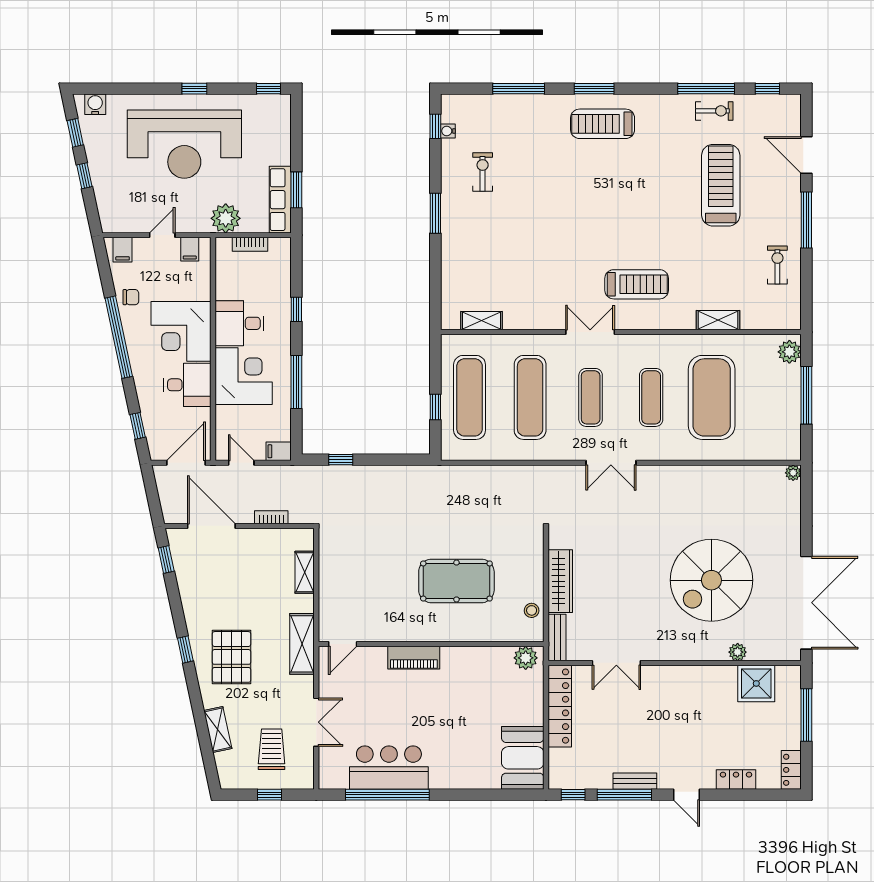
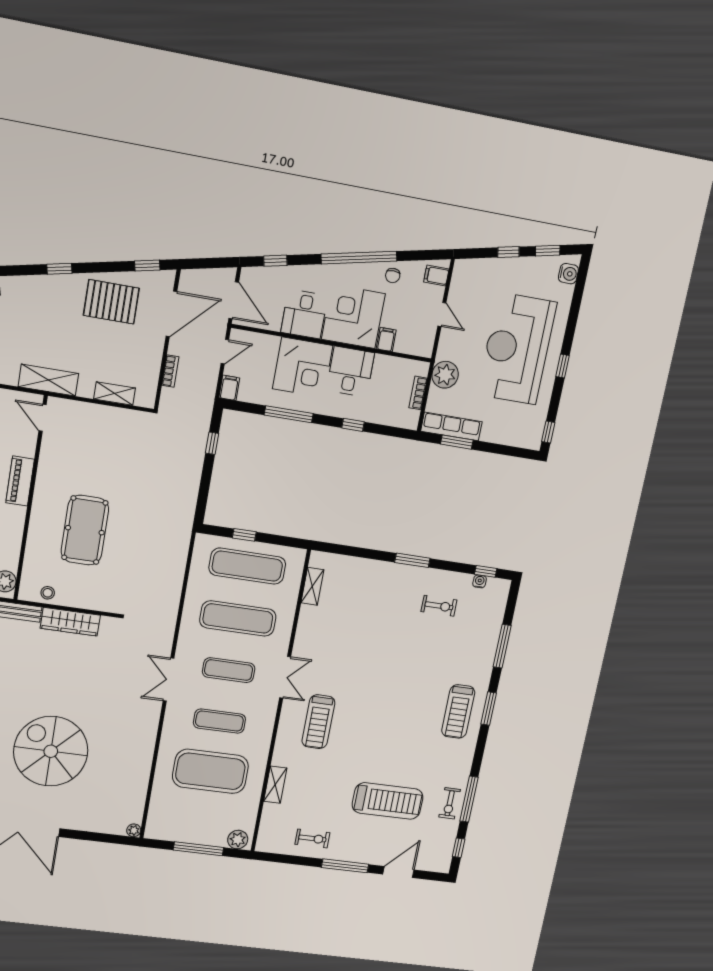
treadmill: (603, 124) -> (458, 711), turned 180
filing cabinet: (190, 249) -> (386, 339), moved, turned 90
pallet: (232, 657) -> (111, 302), moved

